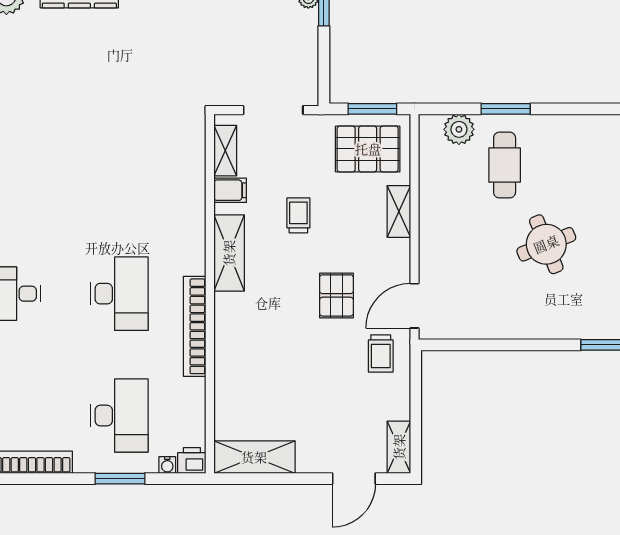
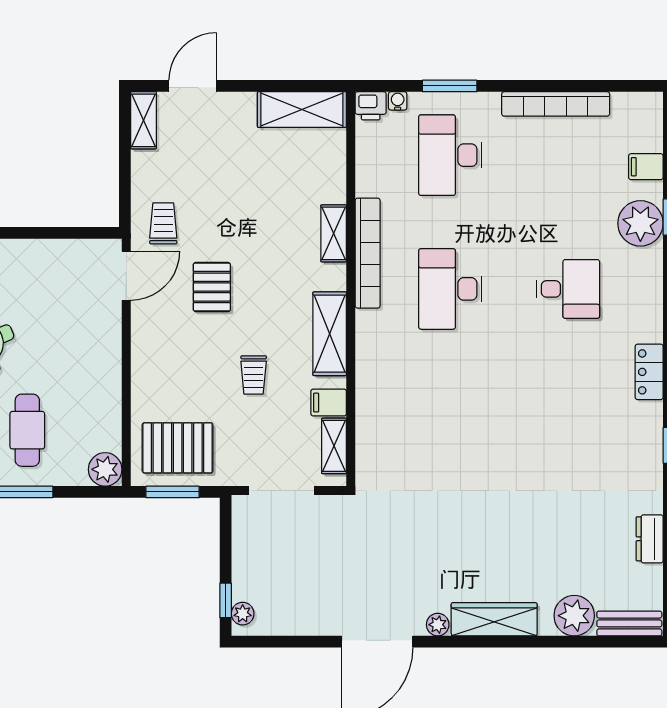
plant: (459, 129) -> (105, 469), moved
shelving: (399, 212) -> (334, 233), moved

